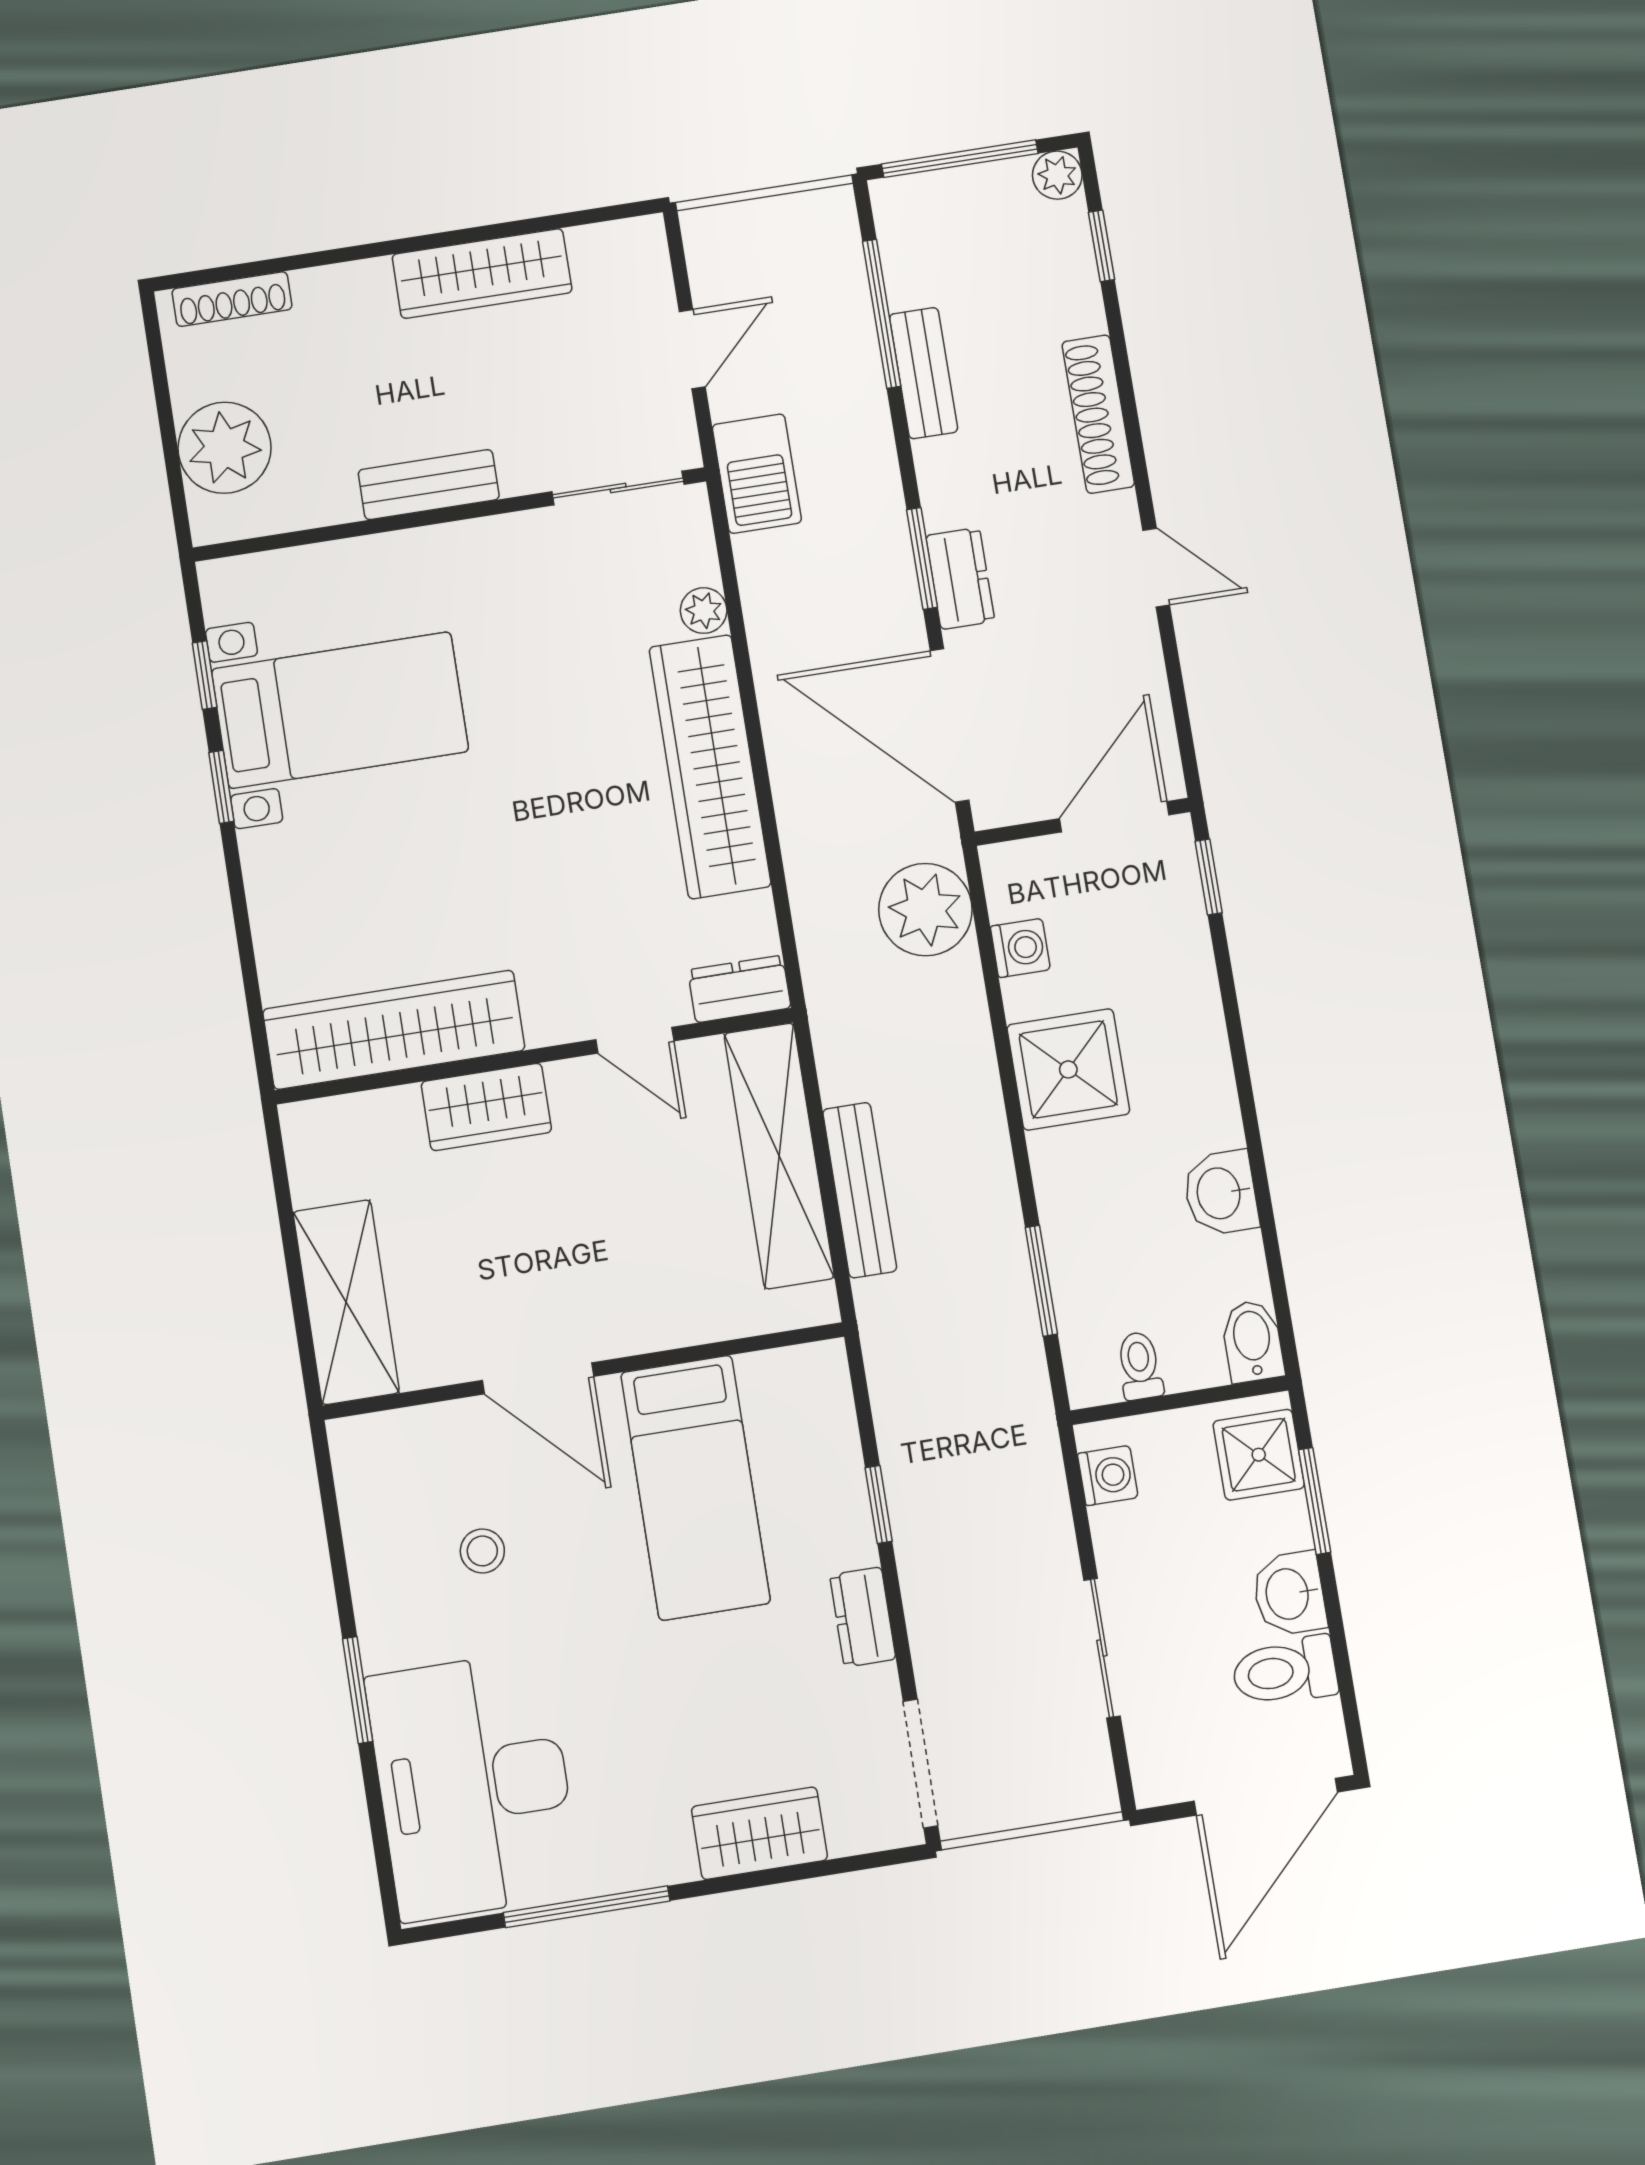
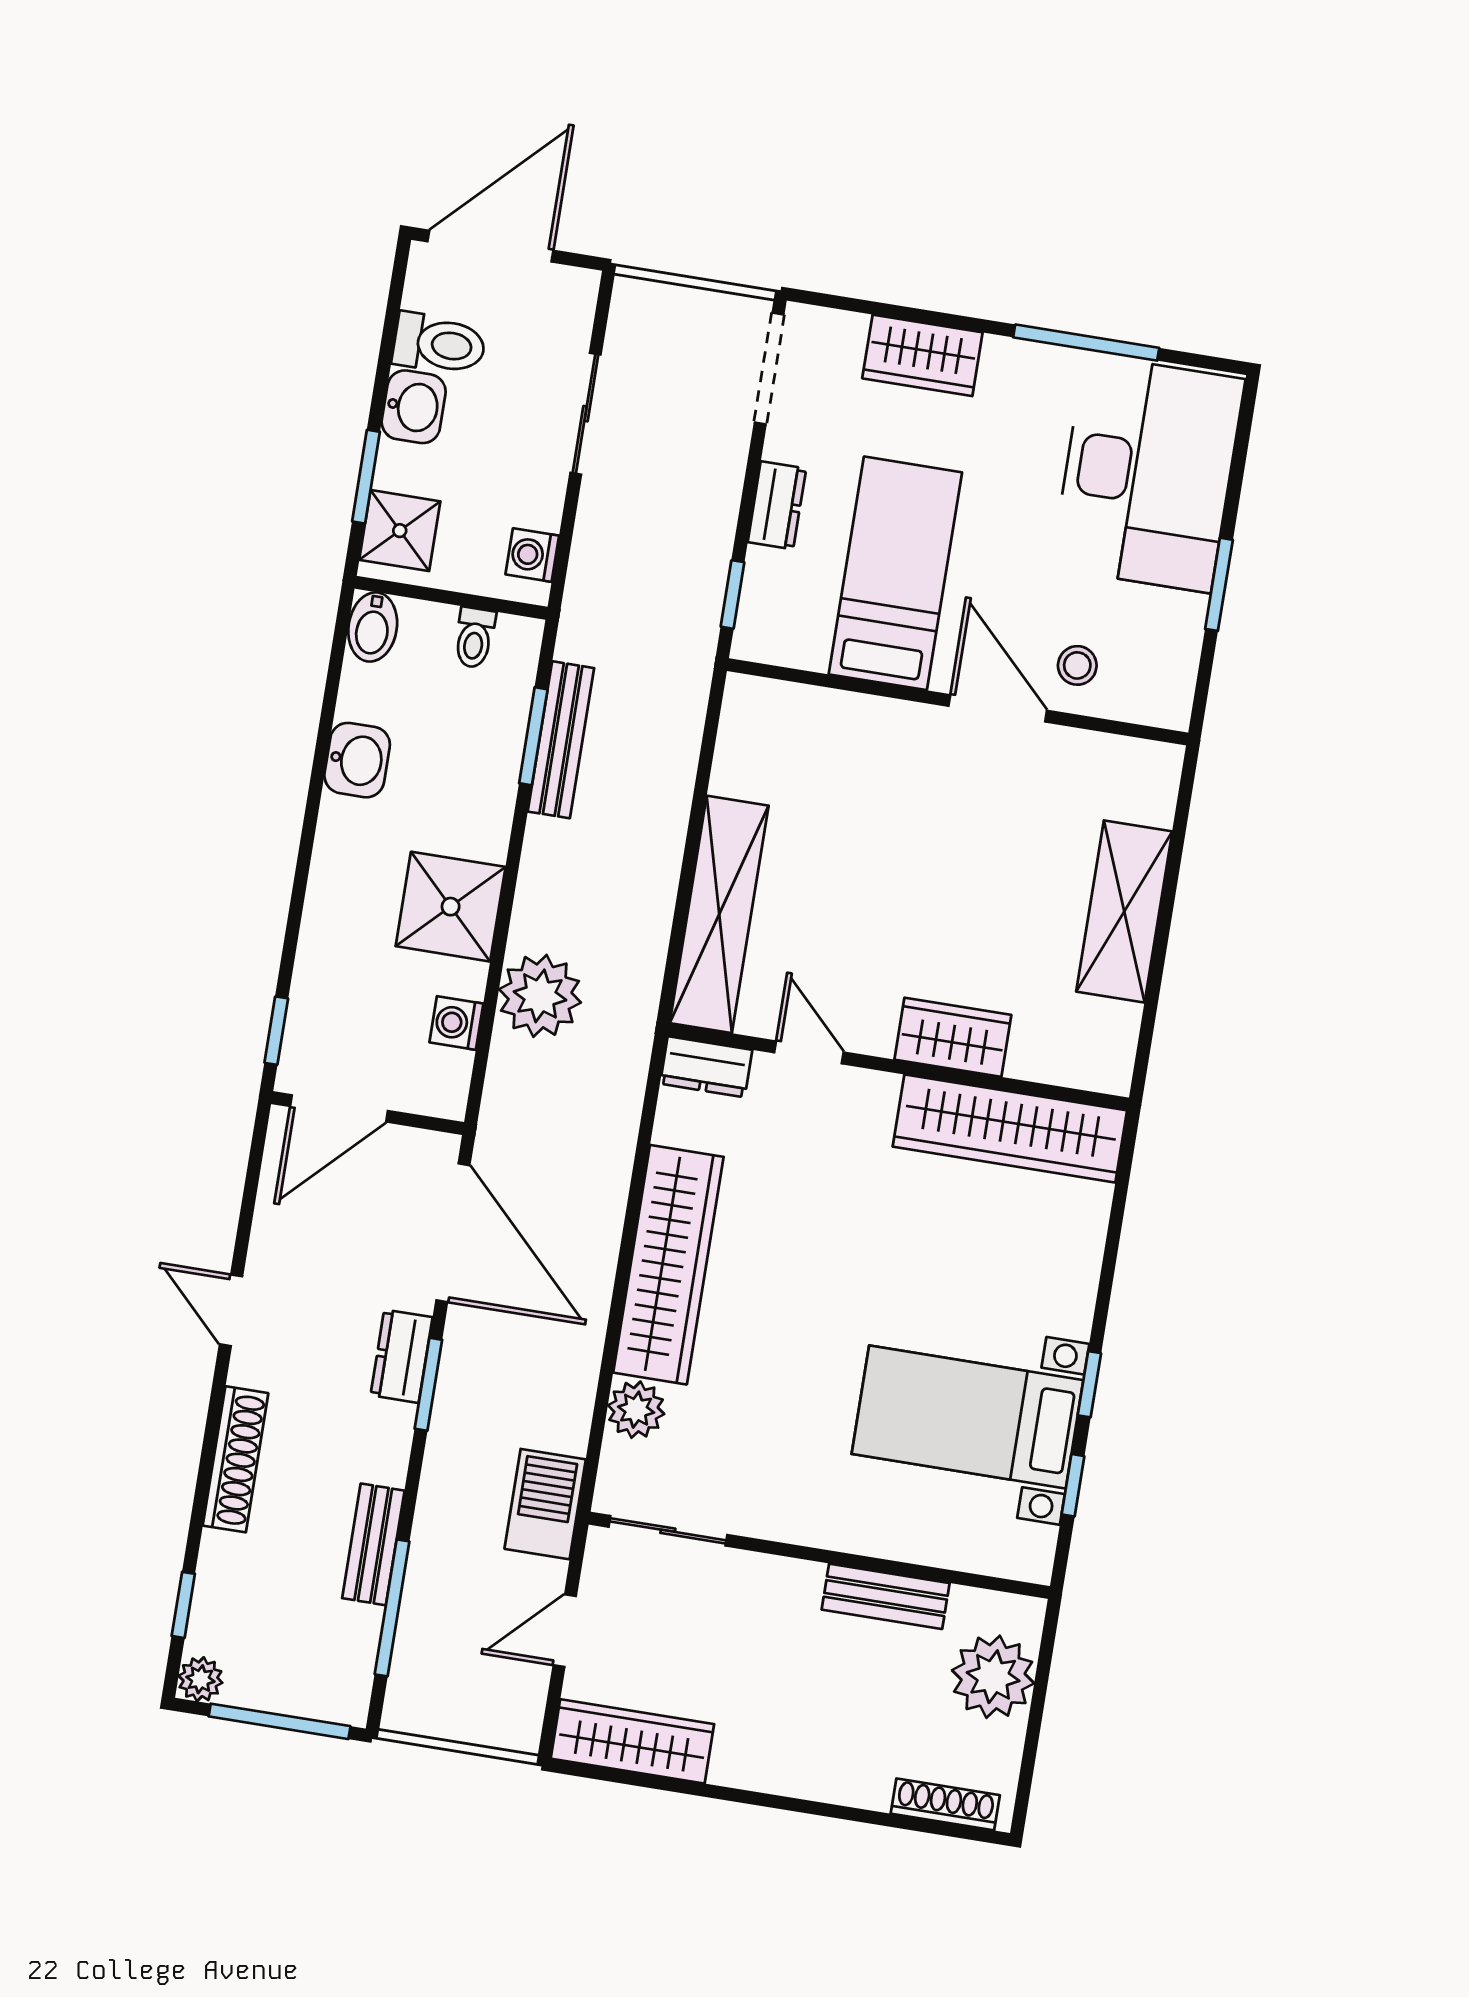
wardrobe: (482, 274) -> (632, 1741), moved
bench: (429, 485) -> (886, 1596), moved
plant: (704, 611) -> (636, 1410), width x1.38, depth x1.38
plant: (925, 910) -> (540, 996), moved
bench: (860, 1190) -> (561, 740), moved
wall: (583, 1371) -> (958, 702), moved
door: (538, 1378) -> (998, 708), moved
bed: (695, 1488) -> (895, 573), moved

